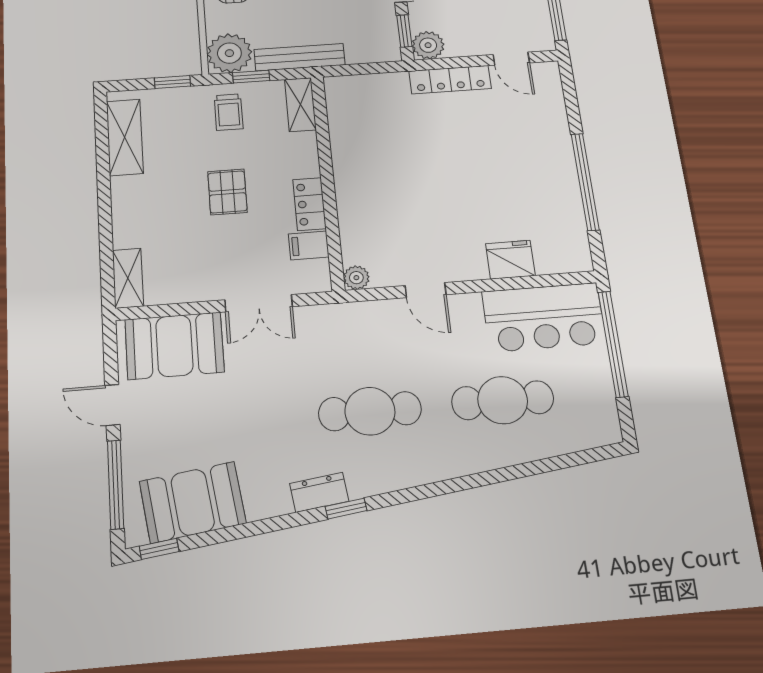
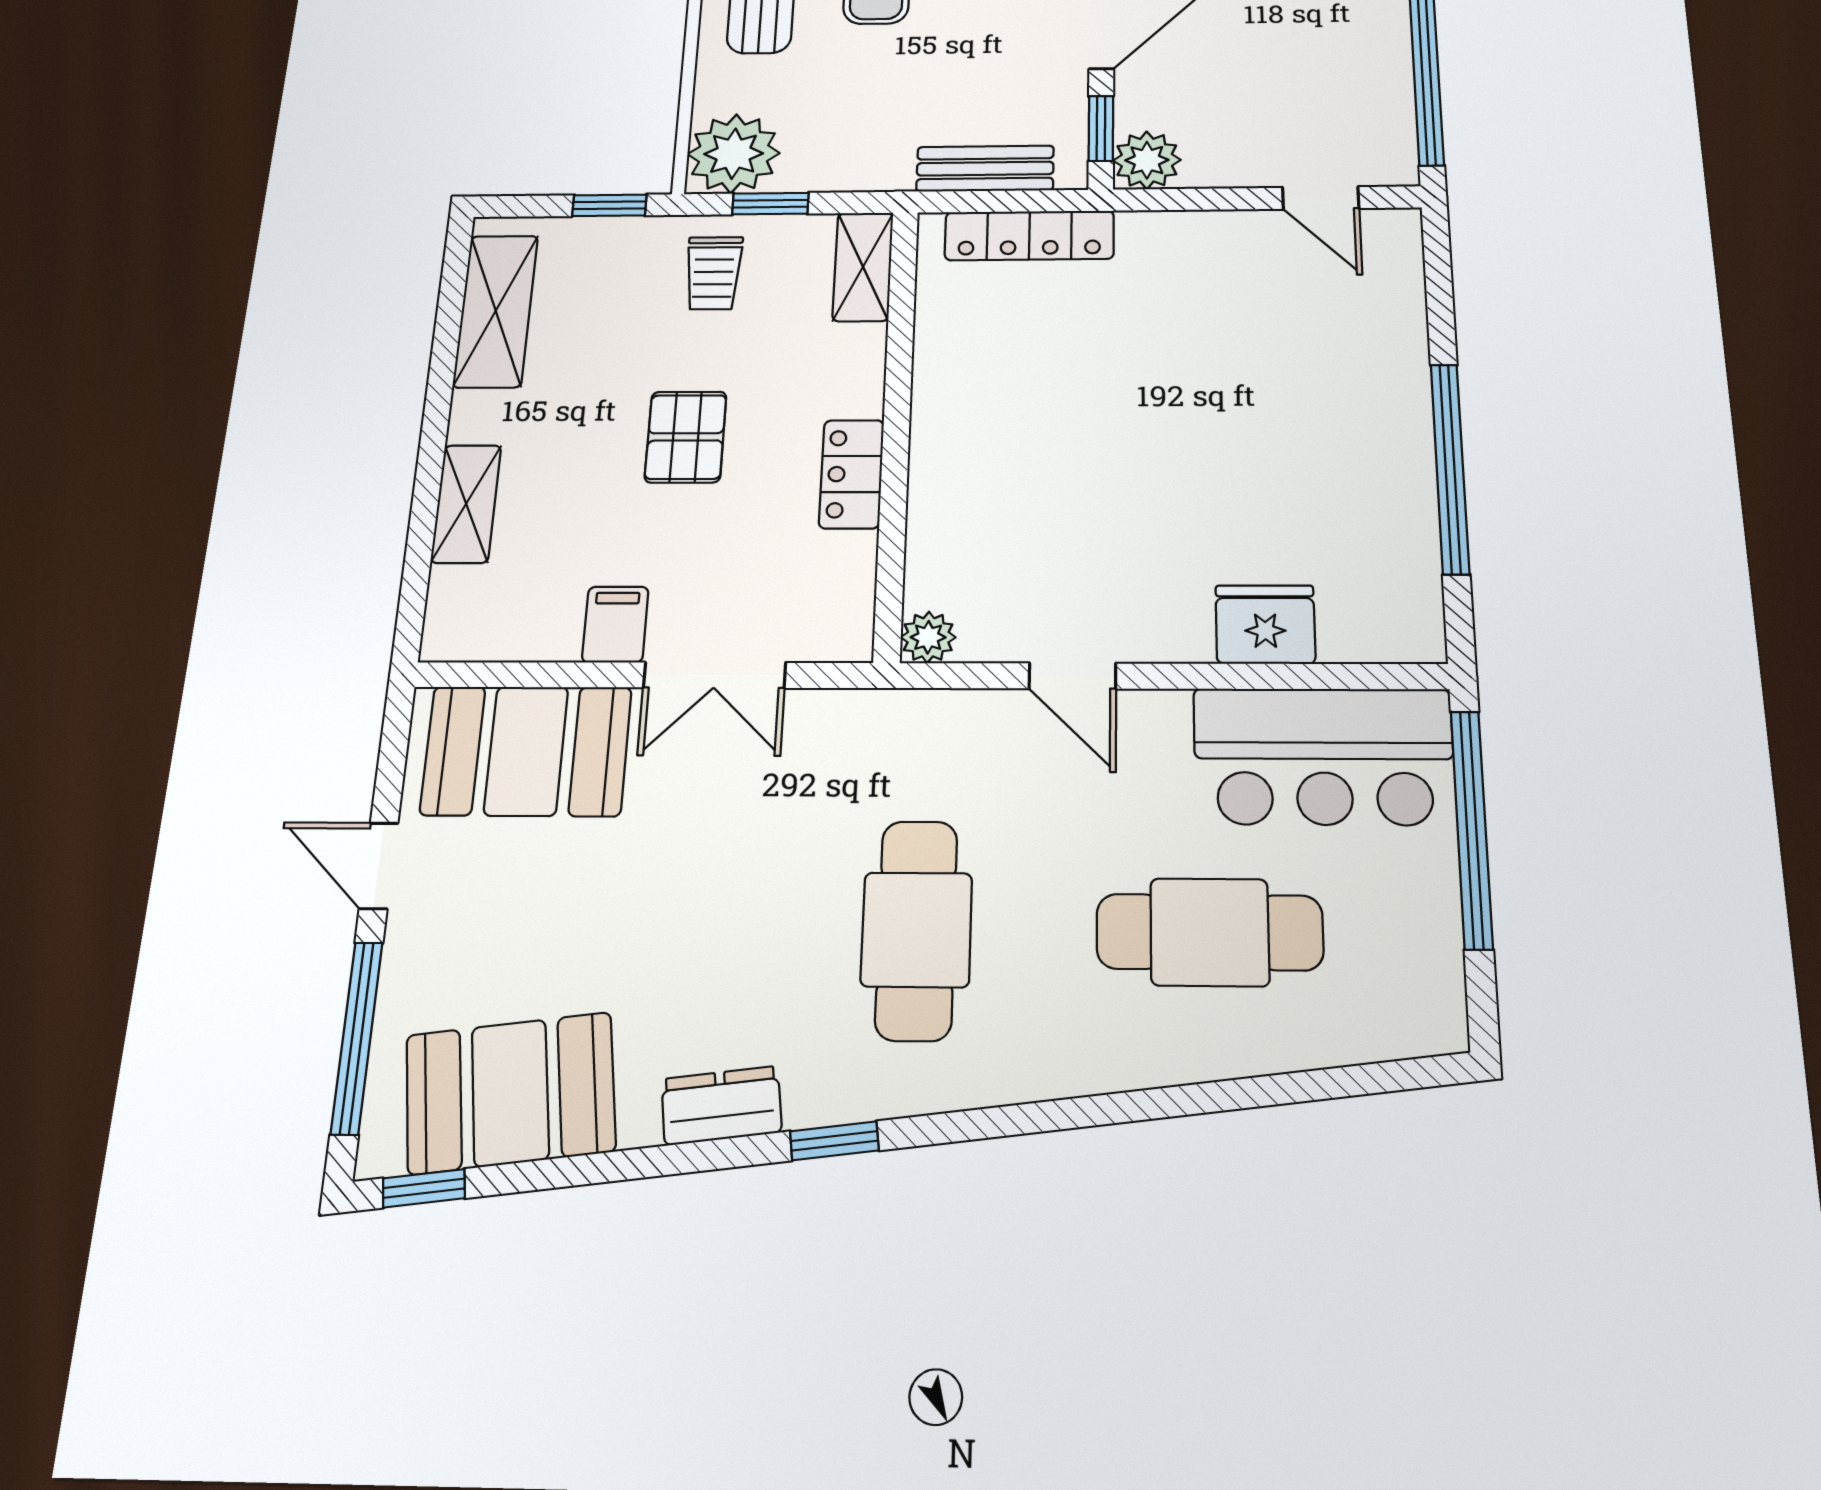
bench: (300, 57) -> (985, 169), moved, width x0.73
locker: (450, 80) -> (1029, 235), moved
filing cabinet: (309, 245) -> (615, 624), moved, turned 90
shelving: (128, 278) -> (466, 504), moved
cafe table: (370, 411) -> (917, 930), turned 90
dresser: (319, 492) -> (721, 1106), moved

